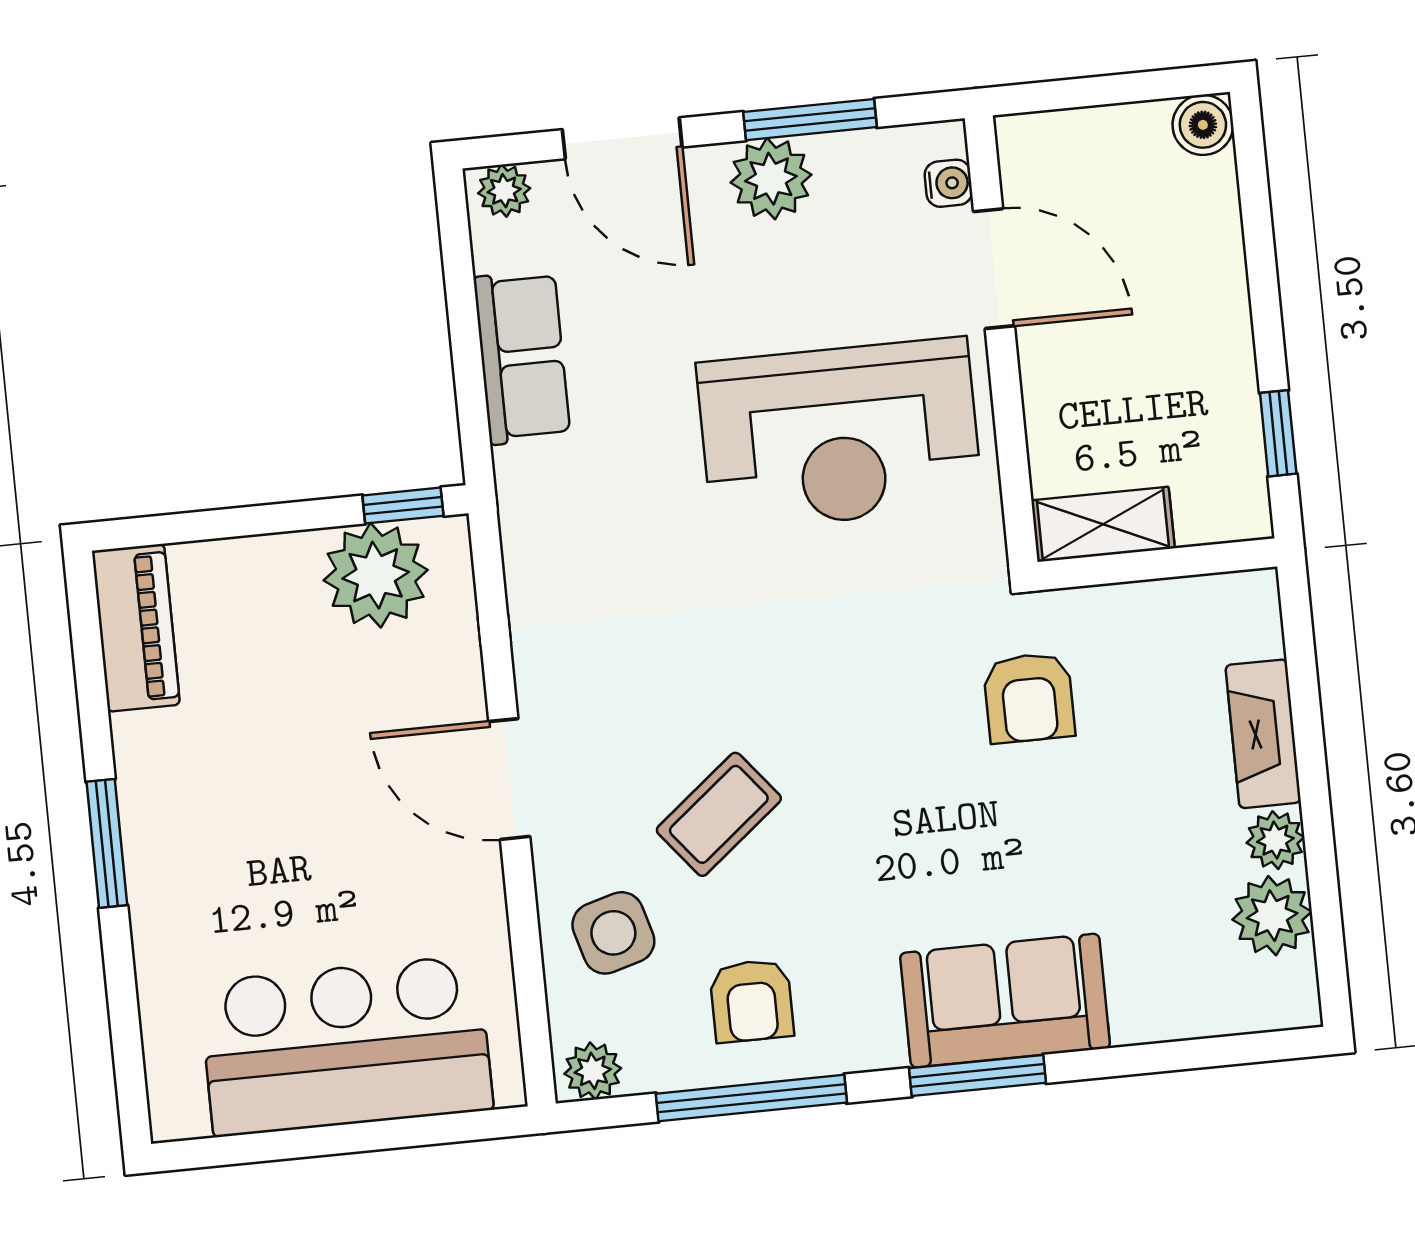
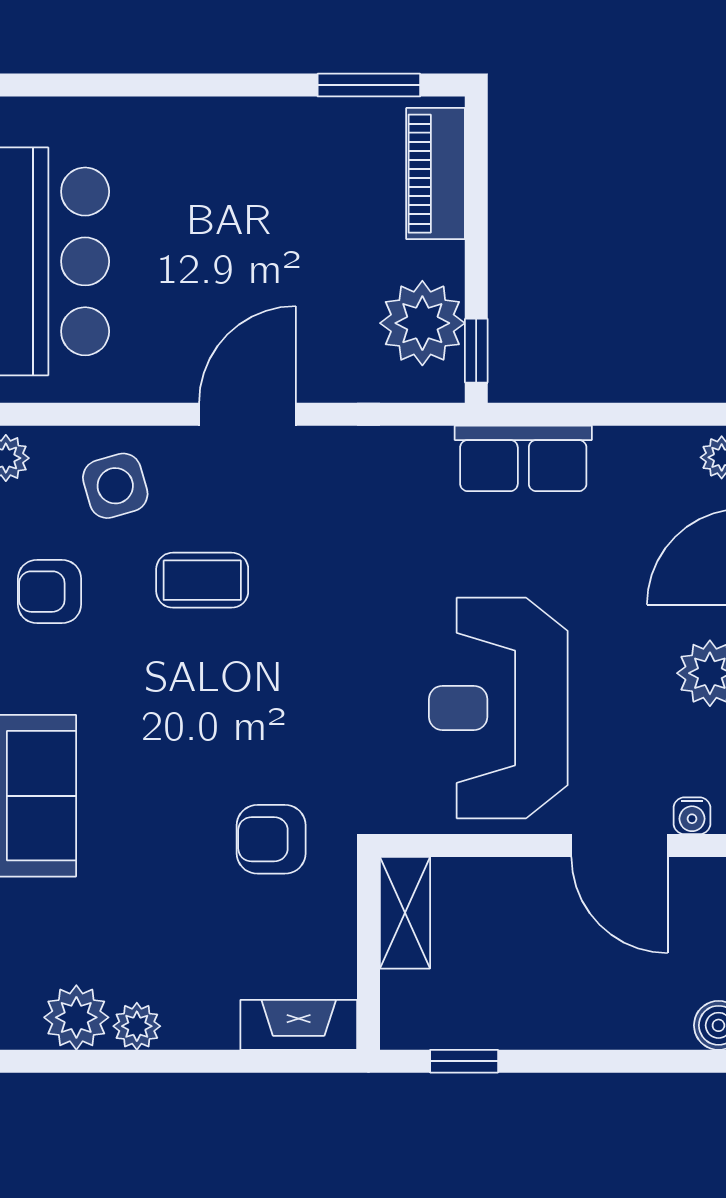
door: (994, 269) -> (620, 846), hinge flipped
row of seats: (522, 357) -> (523, 458), moved
piano: (136, 628) -> (436, 174), moved, turned 90
fireplace: (1263, 734) -> (299, 1025), moved
coffee table: (719, 814) -> (202, 580), turned -51
window: (107, 843) -> (369, 85), moved

